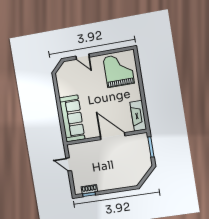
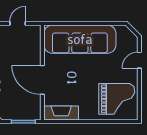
sofa: (72, 118) -> (80, 39), width x1.36, depth x1.27
door: (113, 136) -> (42, 80), swing flipped

